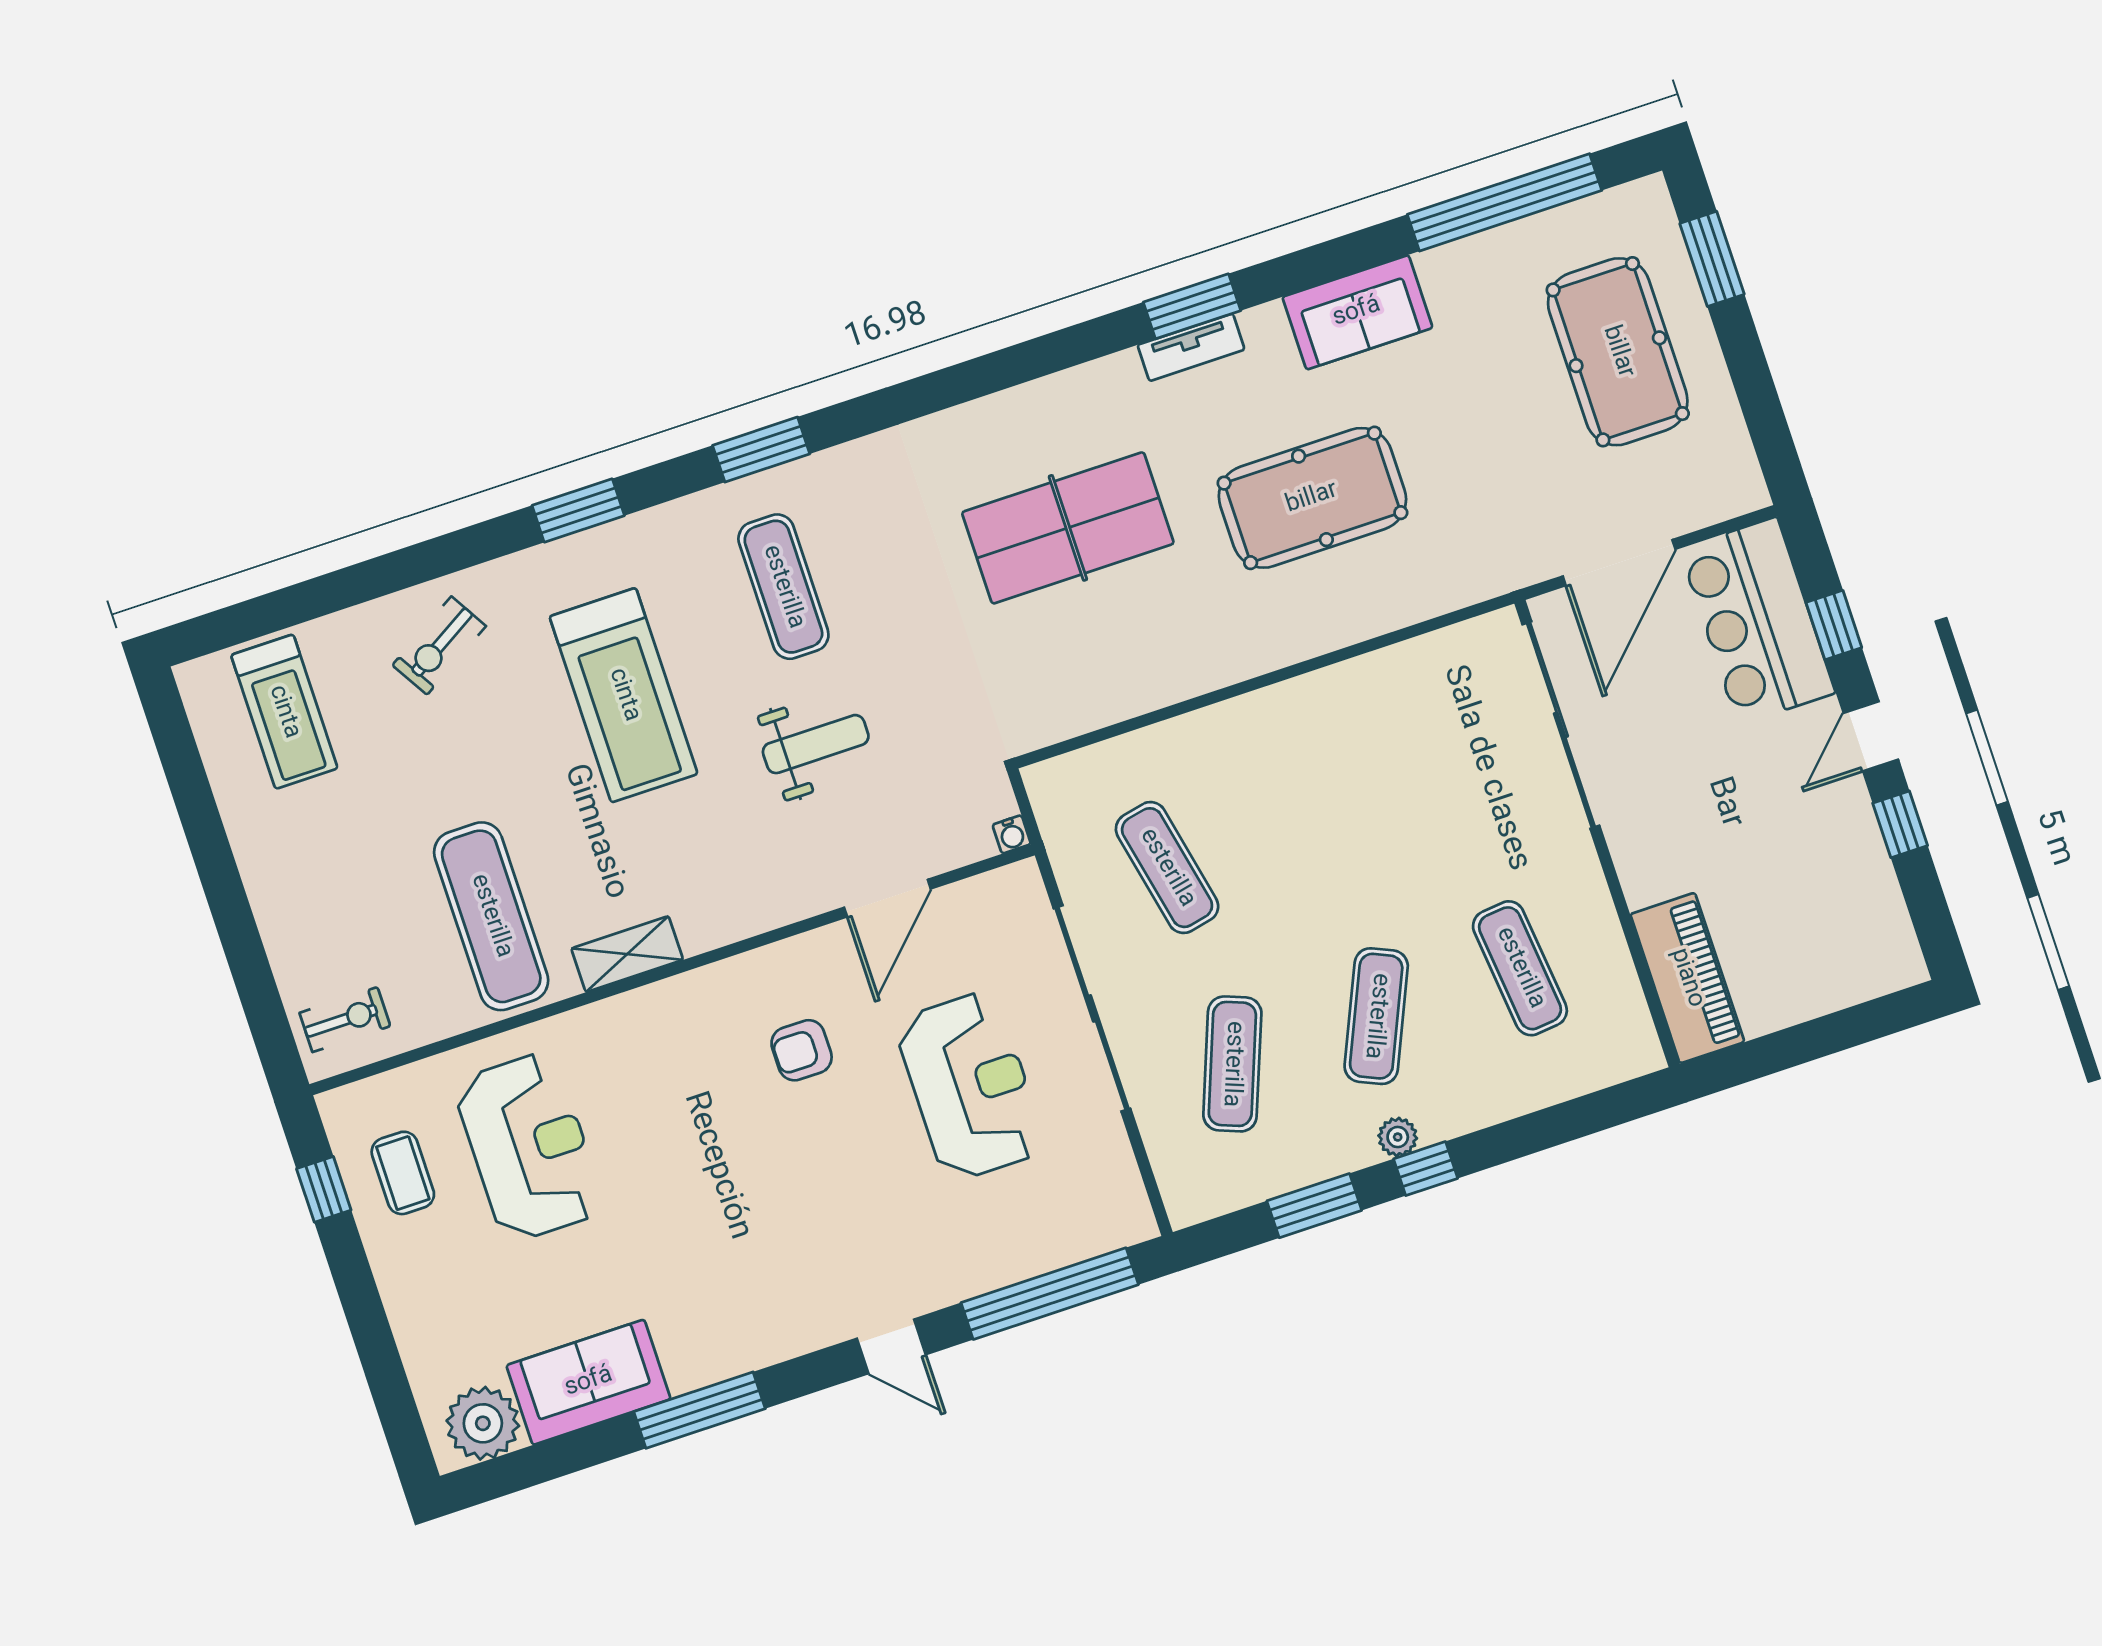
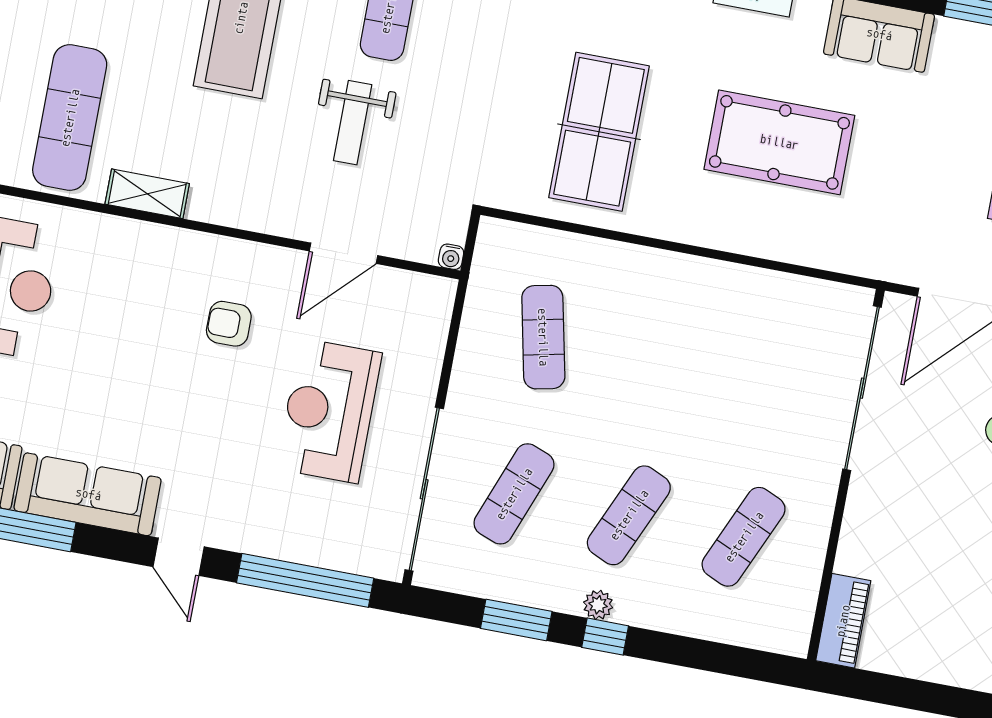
table tennis table: (1068, 528) -> (599, 132), moved, turned 90
weight bench: (816, 744) -> (353, 123), turned 90
exercise mat: (1520, 968) -> (744, 537), turned 30
piano: (1687, 978) -> (843, 621), width x0.73, depth x0.75
sliding door: (1092, 1008) -> (424, 489), moved
reception desk: (970, 1086) -> (329, 411), turned 180
sofa: (749, 1333) -> (88, 494), added

